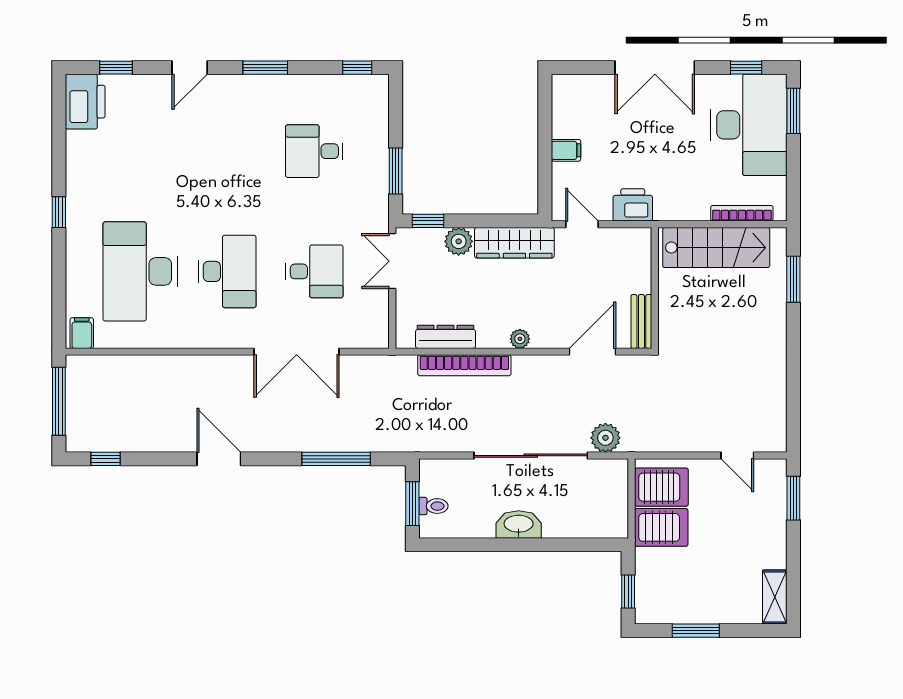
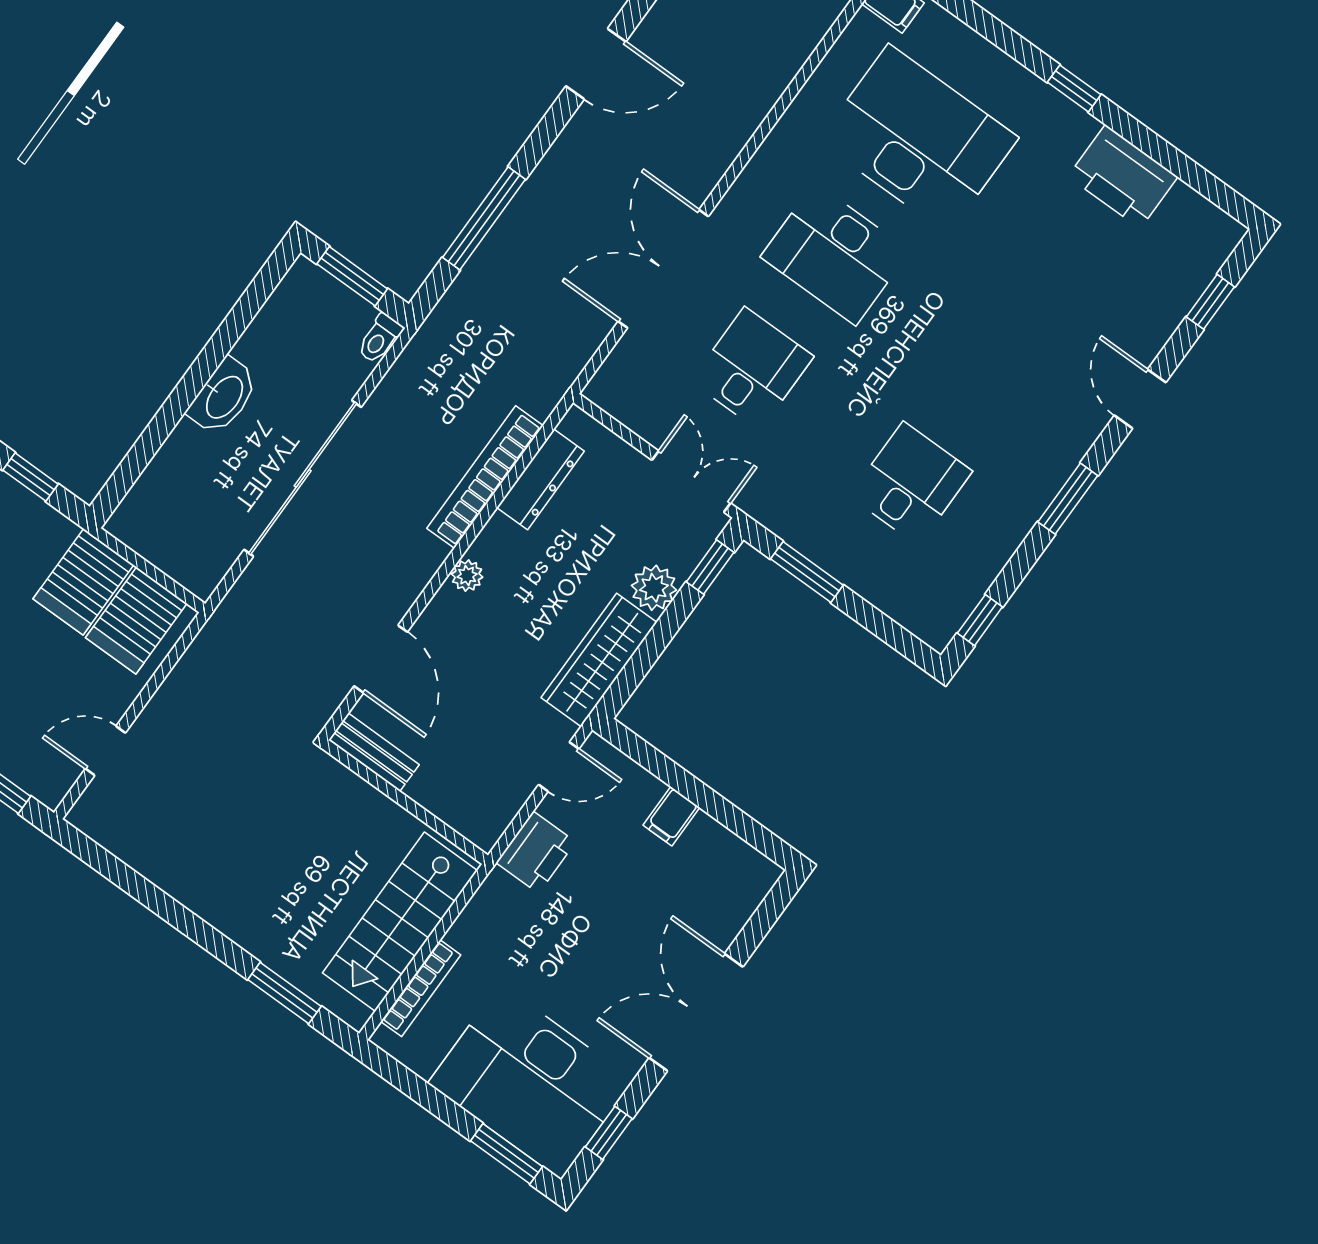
printer: (85, 102) -> (1123, 177), moved
desk: (314, 271) -> (752, 369), turned 180
plant: (605, 438) -> (255, 594), removed
toilet: (433, 506) -> (380, 338), moved

